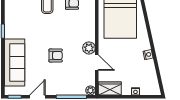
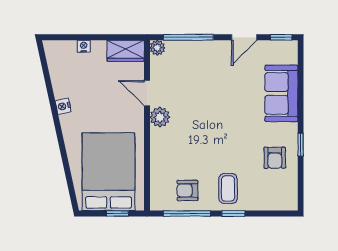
armchair: (56, 56) -> (275, 158), moved, turned -90
sofa: (15, 62) -> (281, 93), width x0.73

